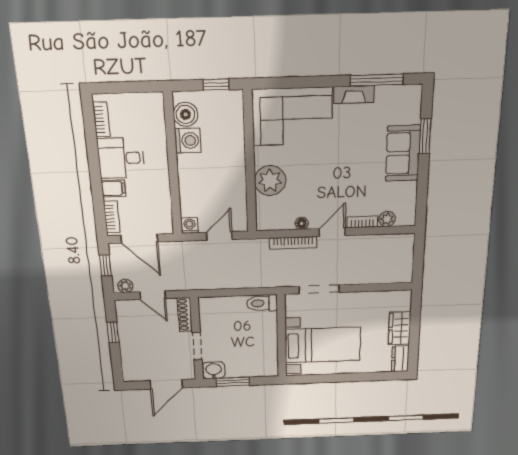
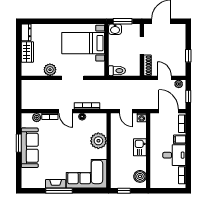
window: (377, 80) -> (59, 191), moved
window: (425, 136) -> (19, 143), moved
washing machine: (188, 141) -> (140, 163), removed
sofa: (403, 153) -> (30, 148), width x1.36
kitchen sink: (190, 171) -> (140, 147), added
door: (332, 232) -> (66, 111), hinge flipped
door: (219, 236) -> (126, 111), hinge flipped
plant: (360, 301) -> (50, 70), added
toilet: (262, 303) -> (117, 71), moved
wall: (281, 336) -> (107, 50), moved
bed with nightstands: (323, 345) -> (83, 43), moved
washbasin: (214, 370) -> (115, 29), moved

